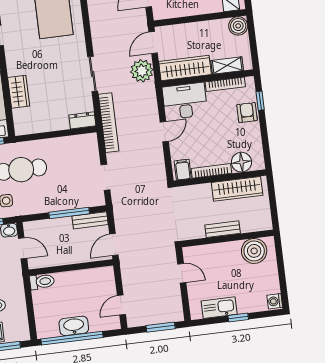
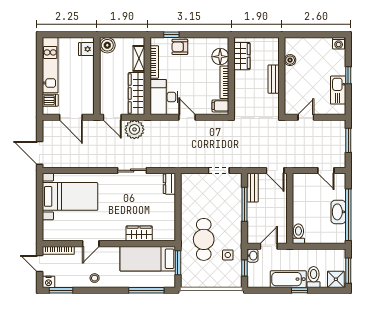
bookcase: (109, 123) -> (174, 162), removed
wardrobe: (237, 189) -> (242, 56), width x0.67
boiler: (254, 251) -> (290, 60), width x0.54, depth x0.54

